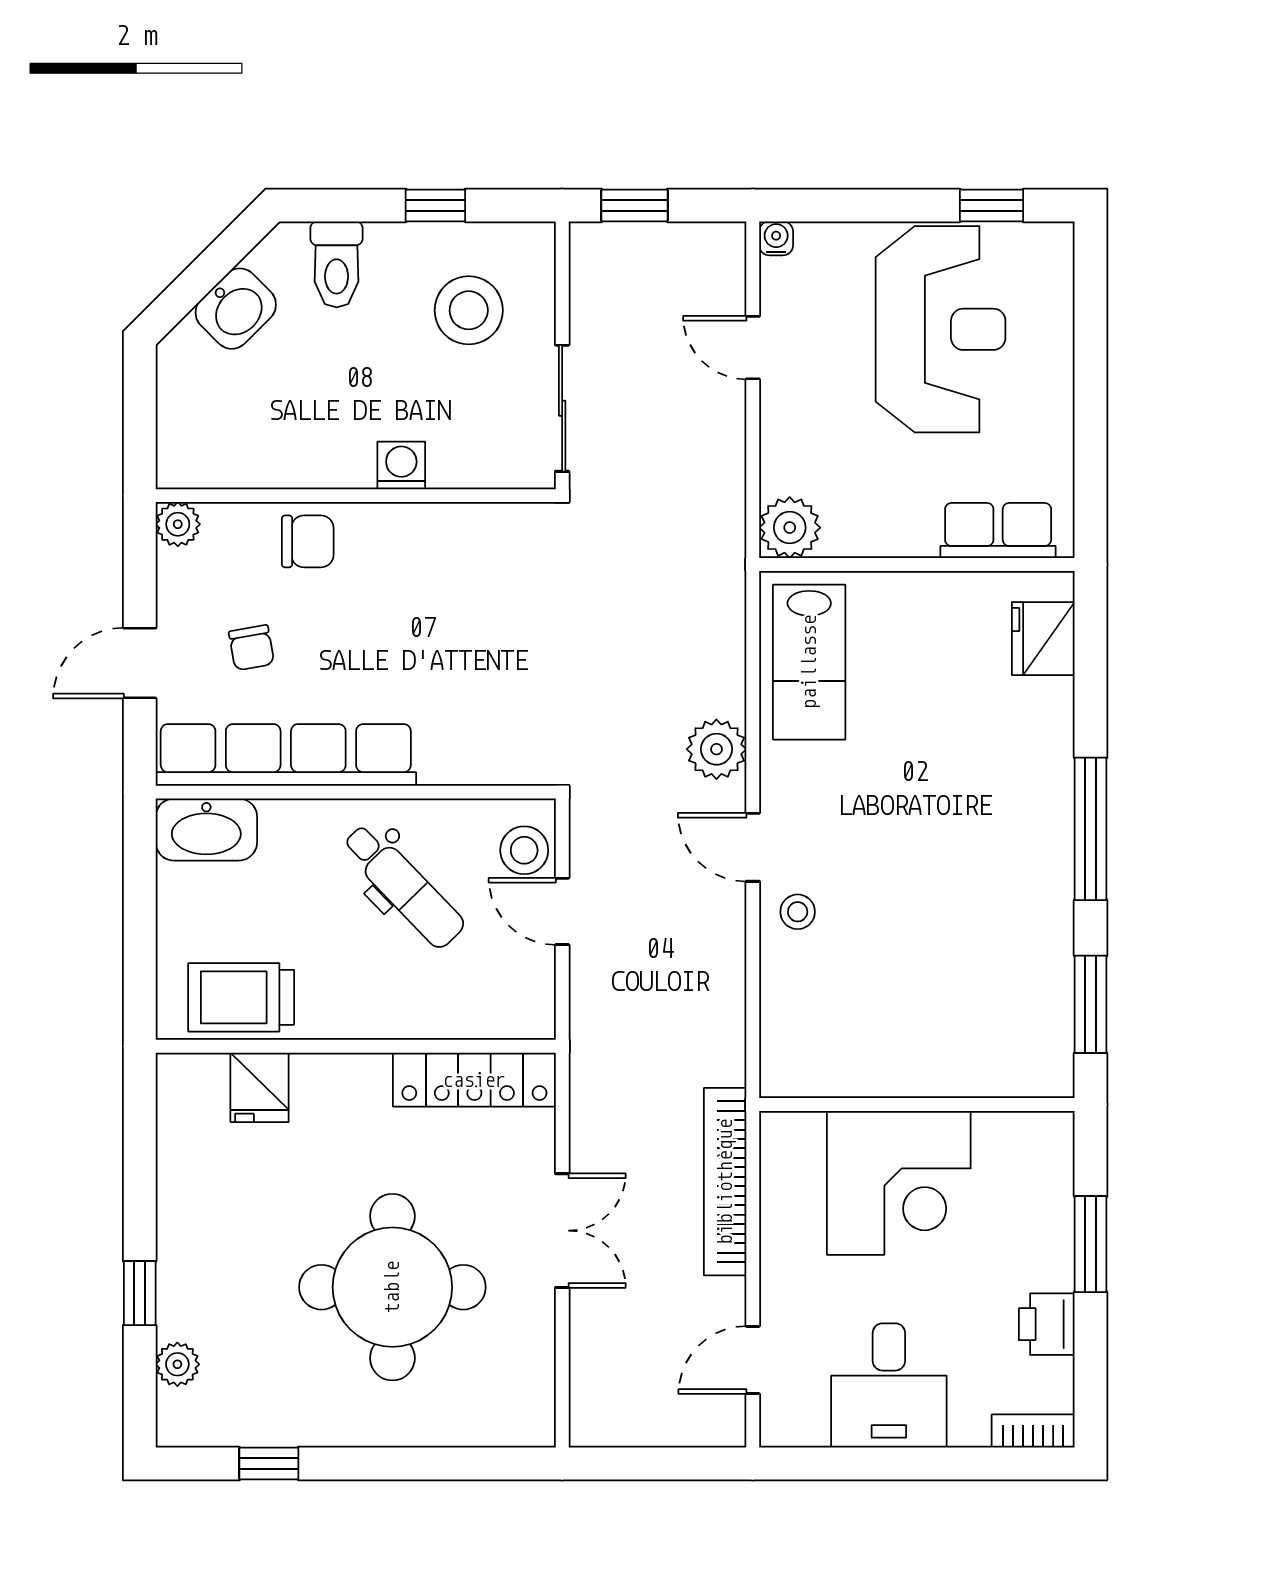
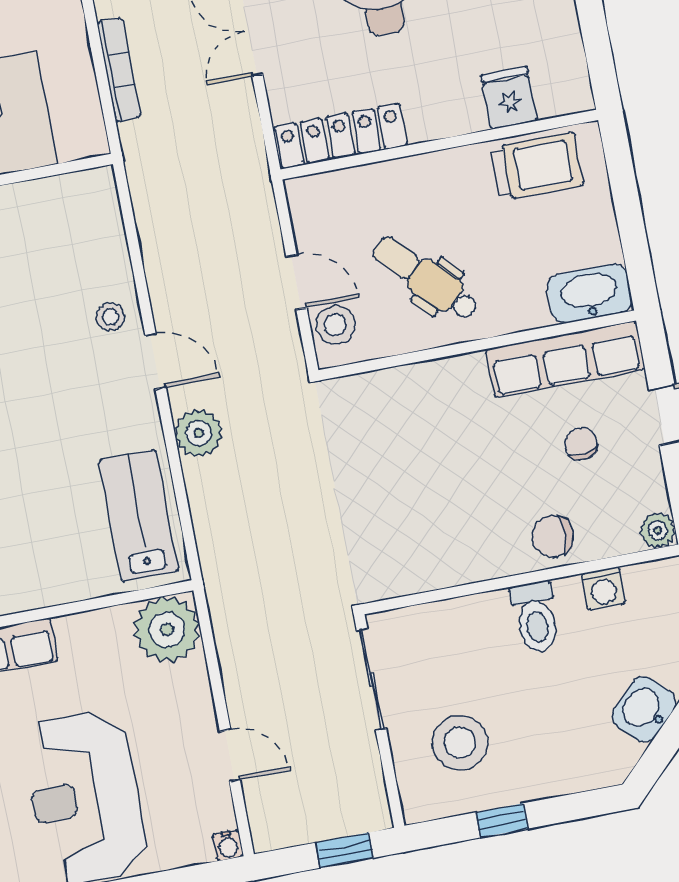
toilet: (337, 264) -> (536, 617), moved, turned 180
washing machine: (401, 465) -> (603, 589), moved
plant: (790, 528) -> (167, 629), width x1.36, depth x1.36
row of seats: (286, 755) -> (565, 359), width x0.73
bookcase: (725, 1182) -> (119, 70), width x0.68, depth x0.76

